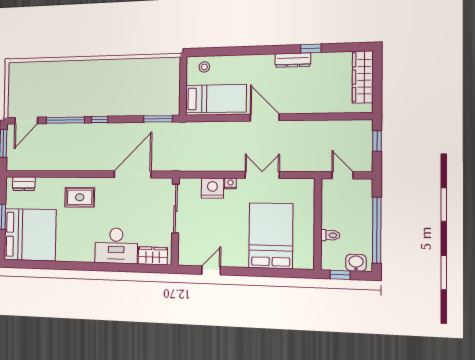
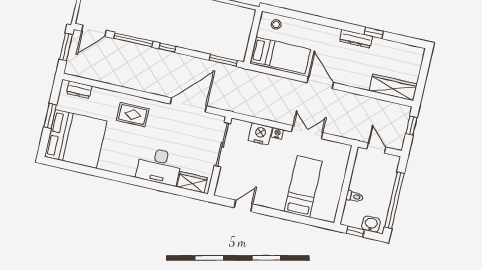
wardrobe: (363, 77) -> (393, 87), moved, turned 90
bed: (271, 236) -> (303, 186), width x0.67

